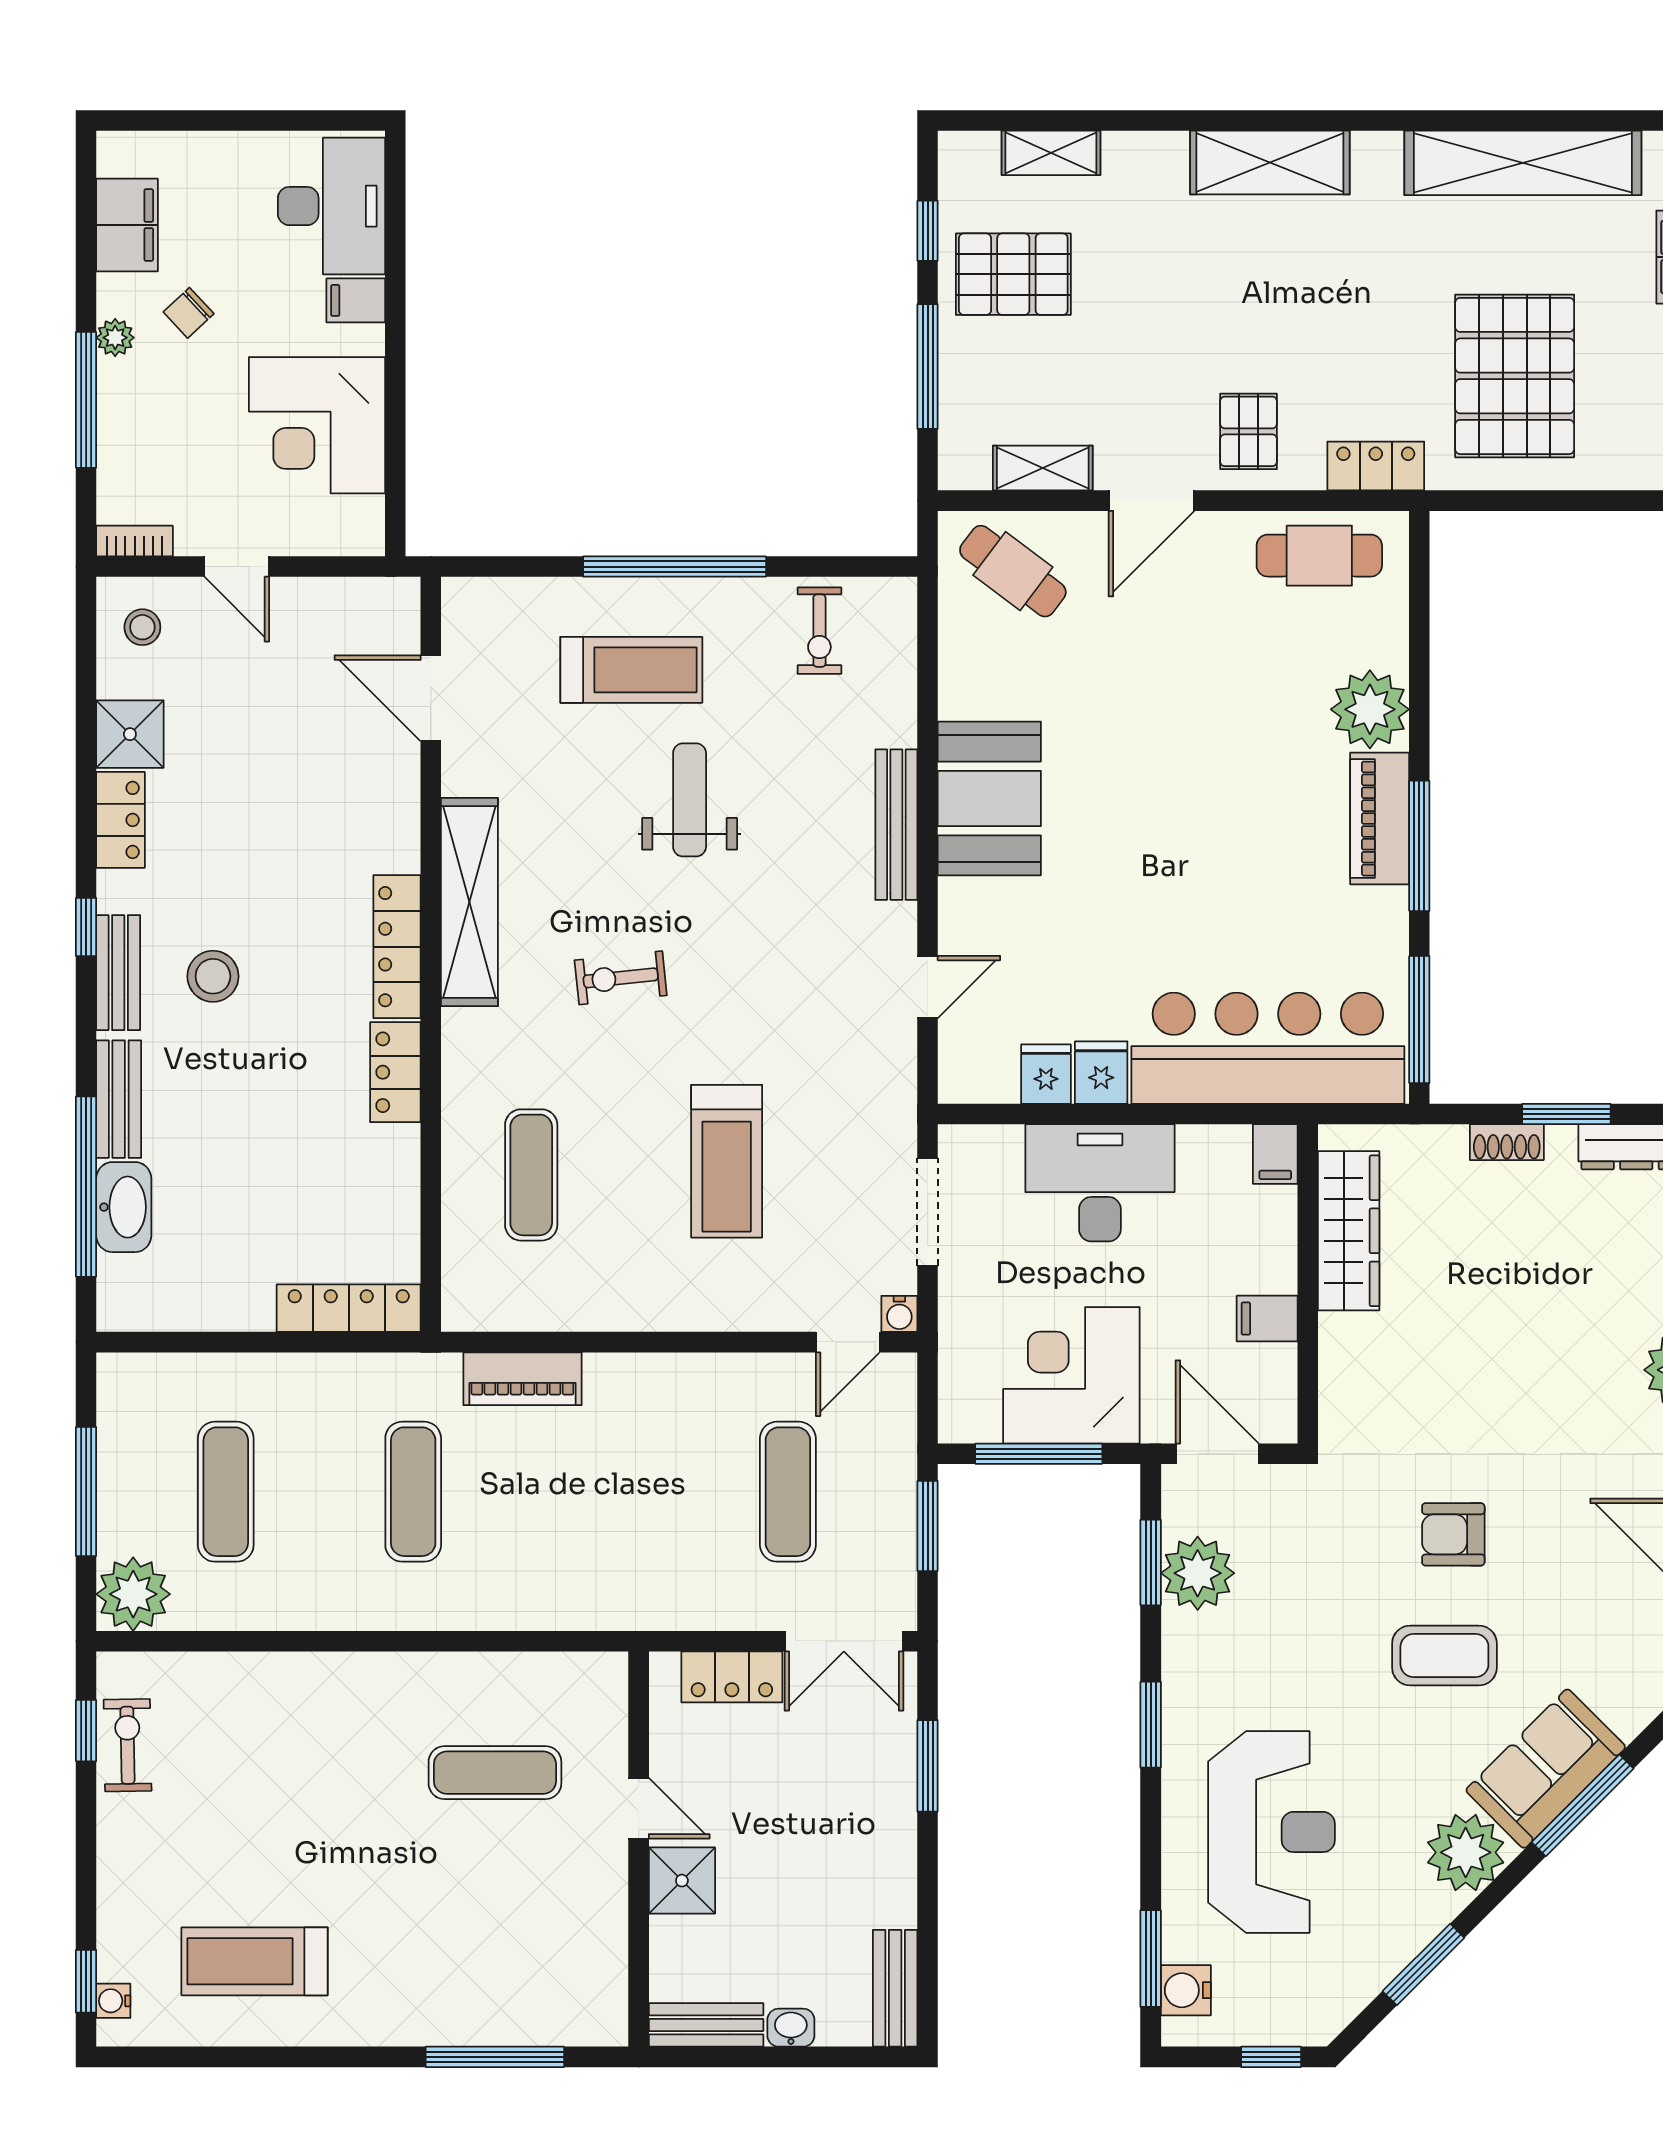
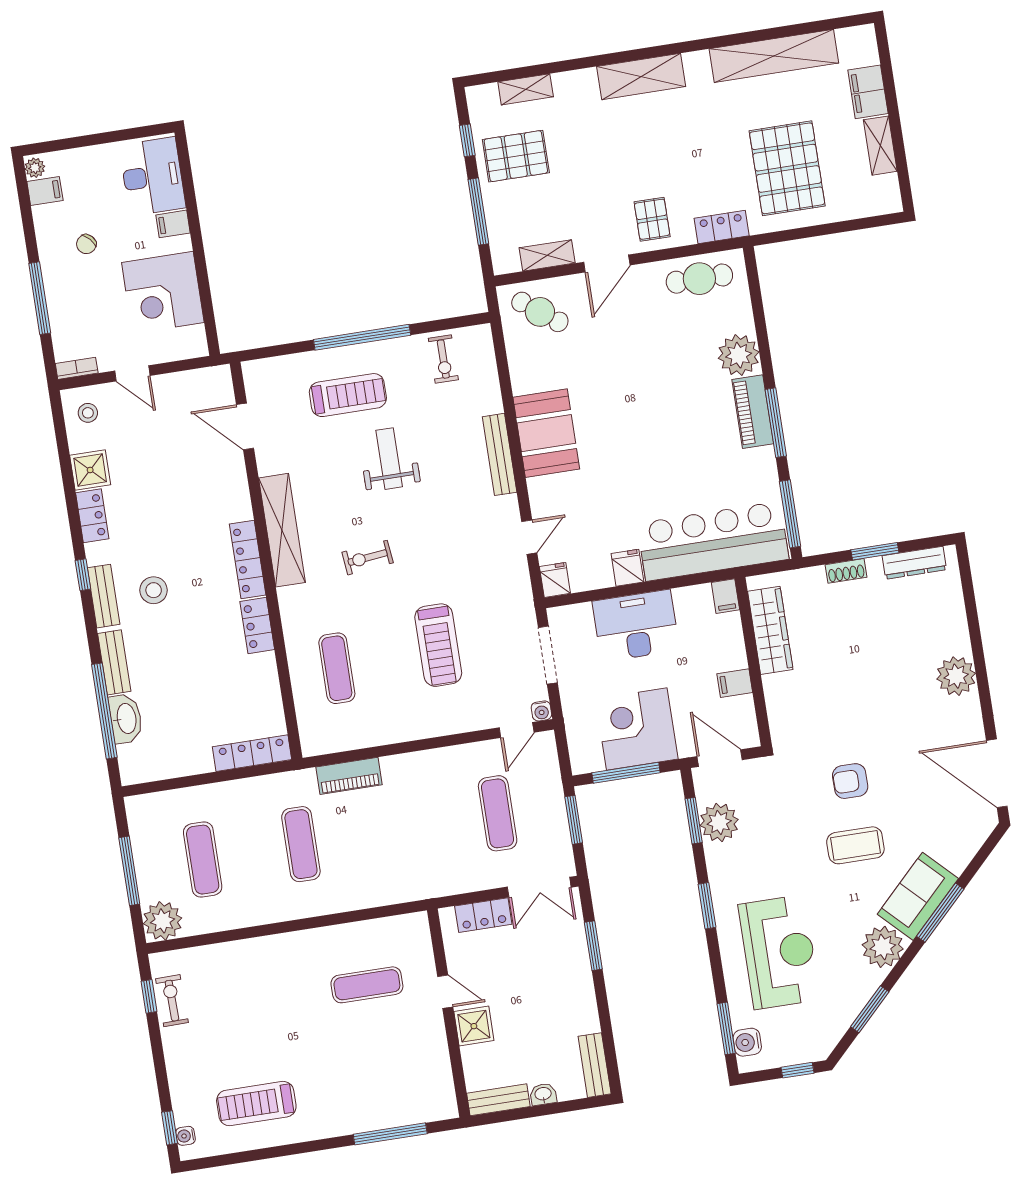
filing cabinet: (127, 225) -> (45, 191), width x0.50
plant: (115, 338) -> (35, 168), moved
fridge: (1046, 1074) -> (555, 580), moved

